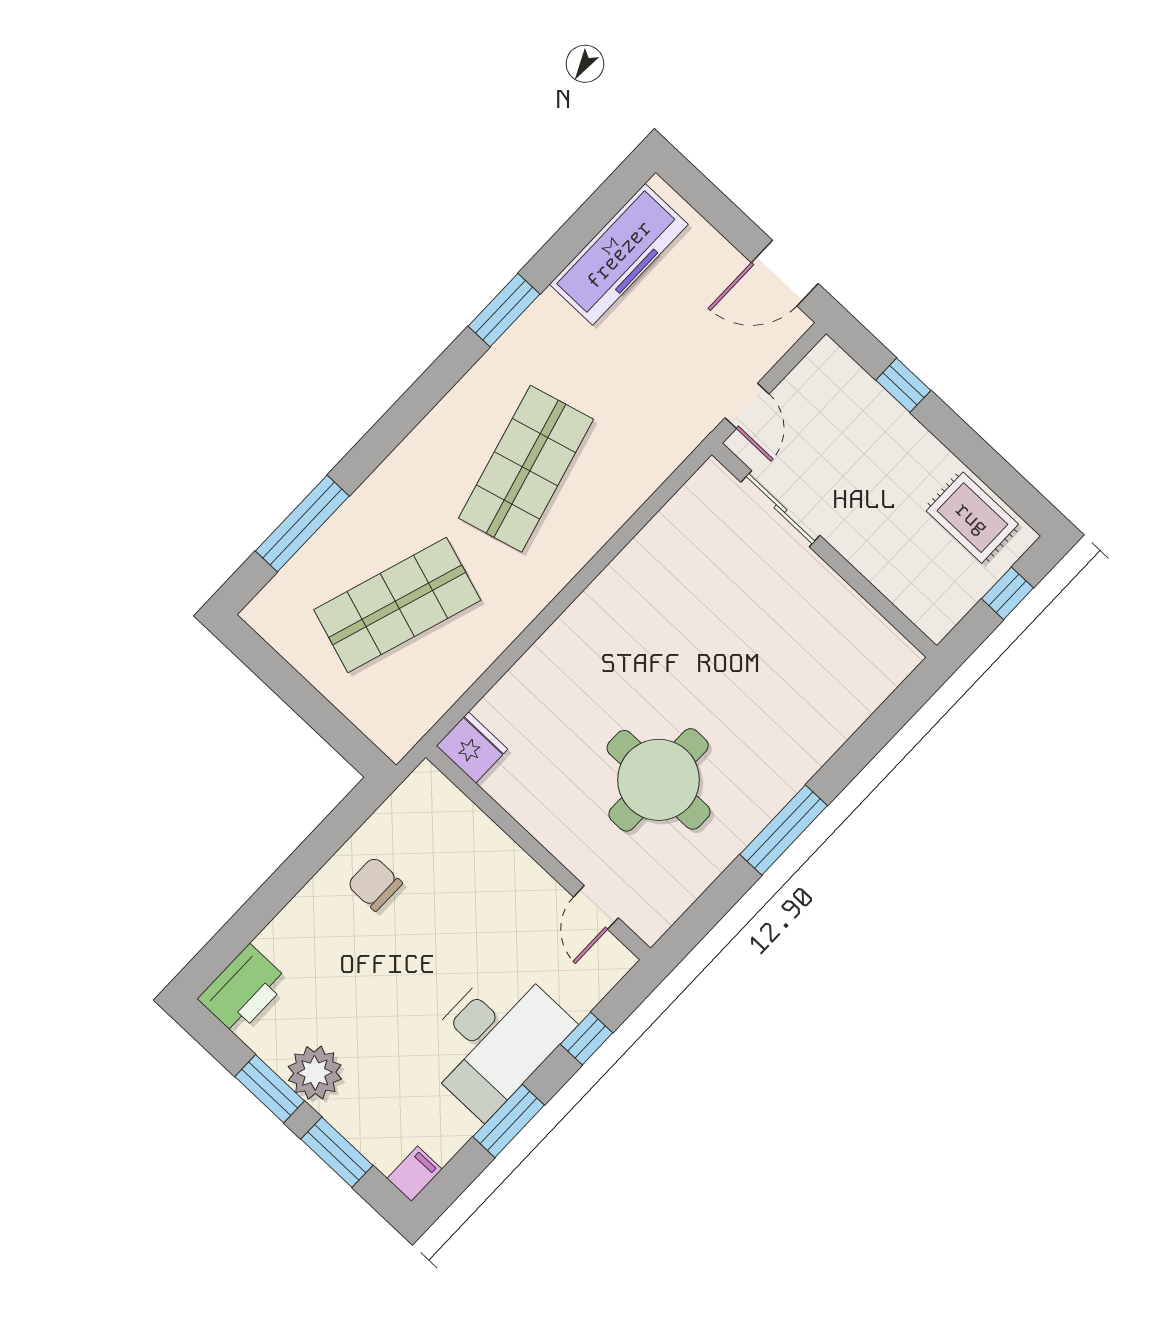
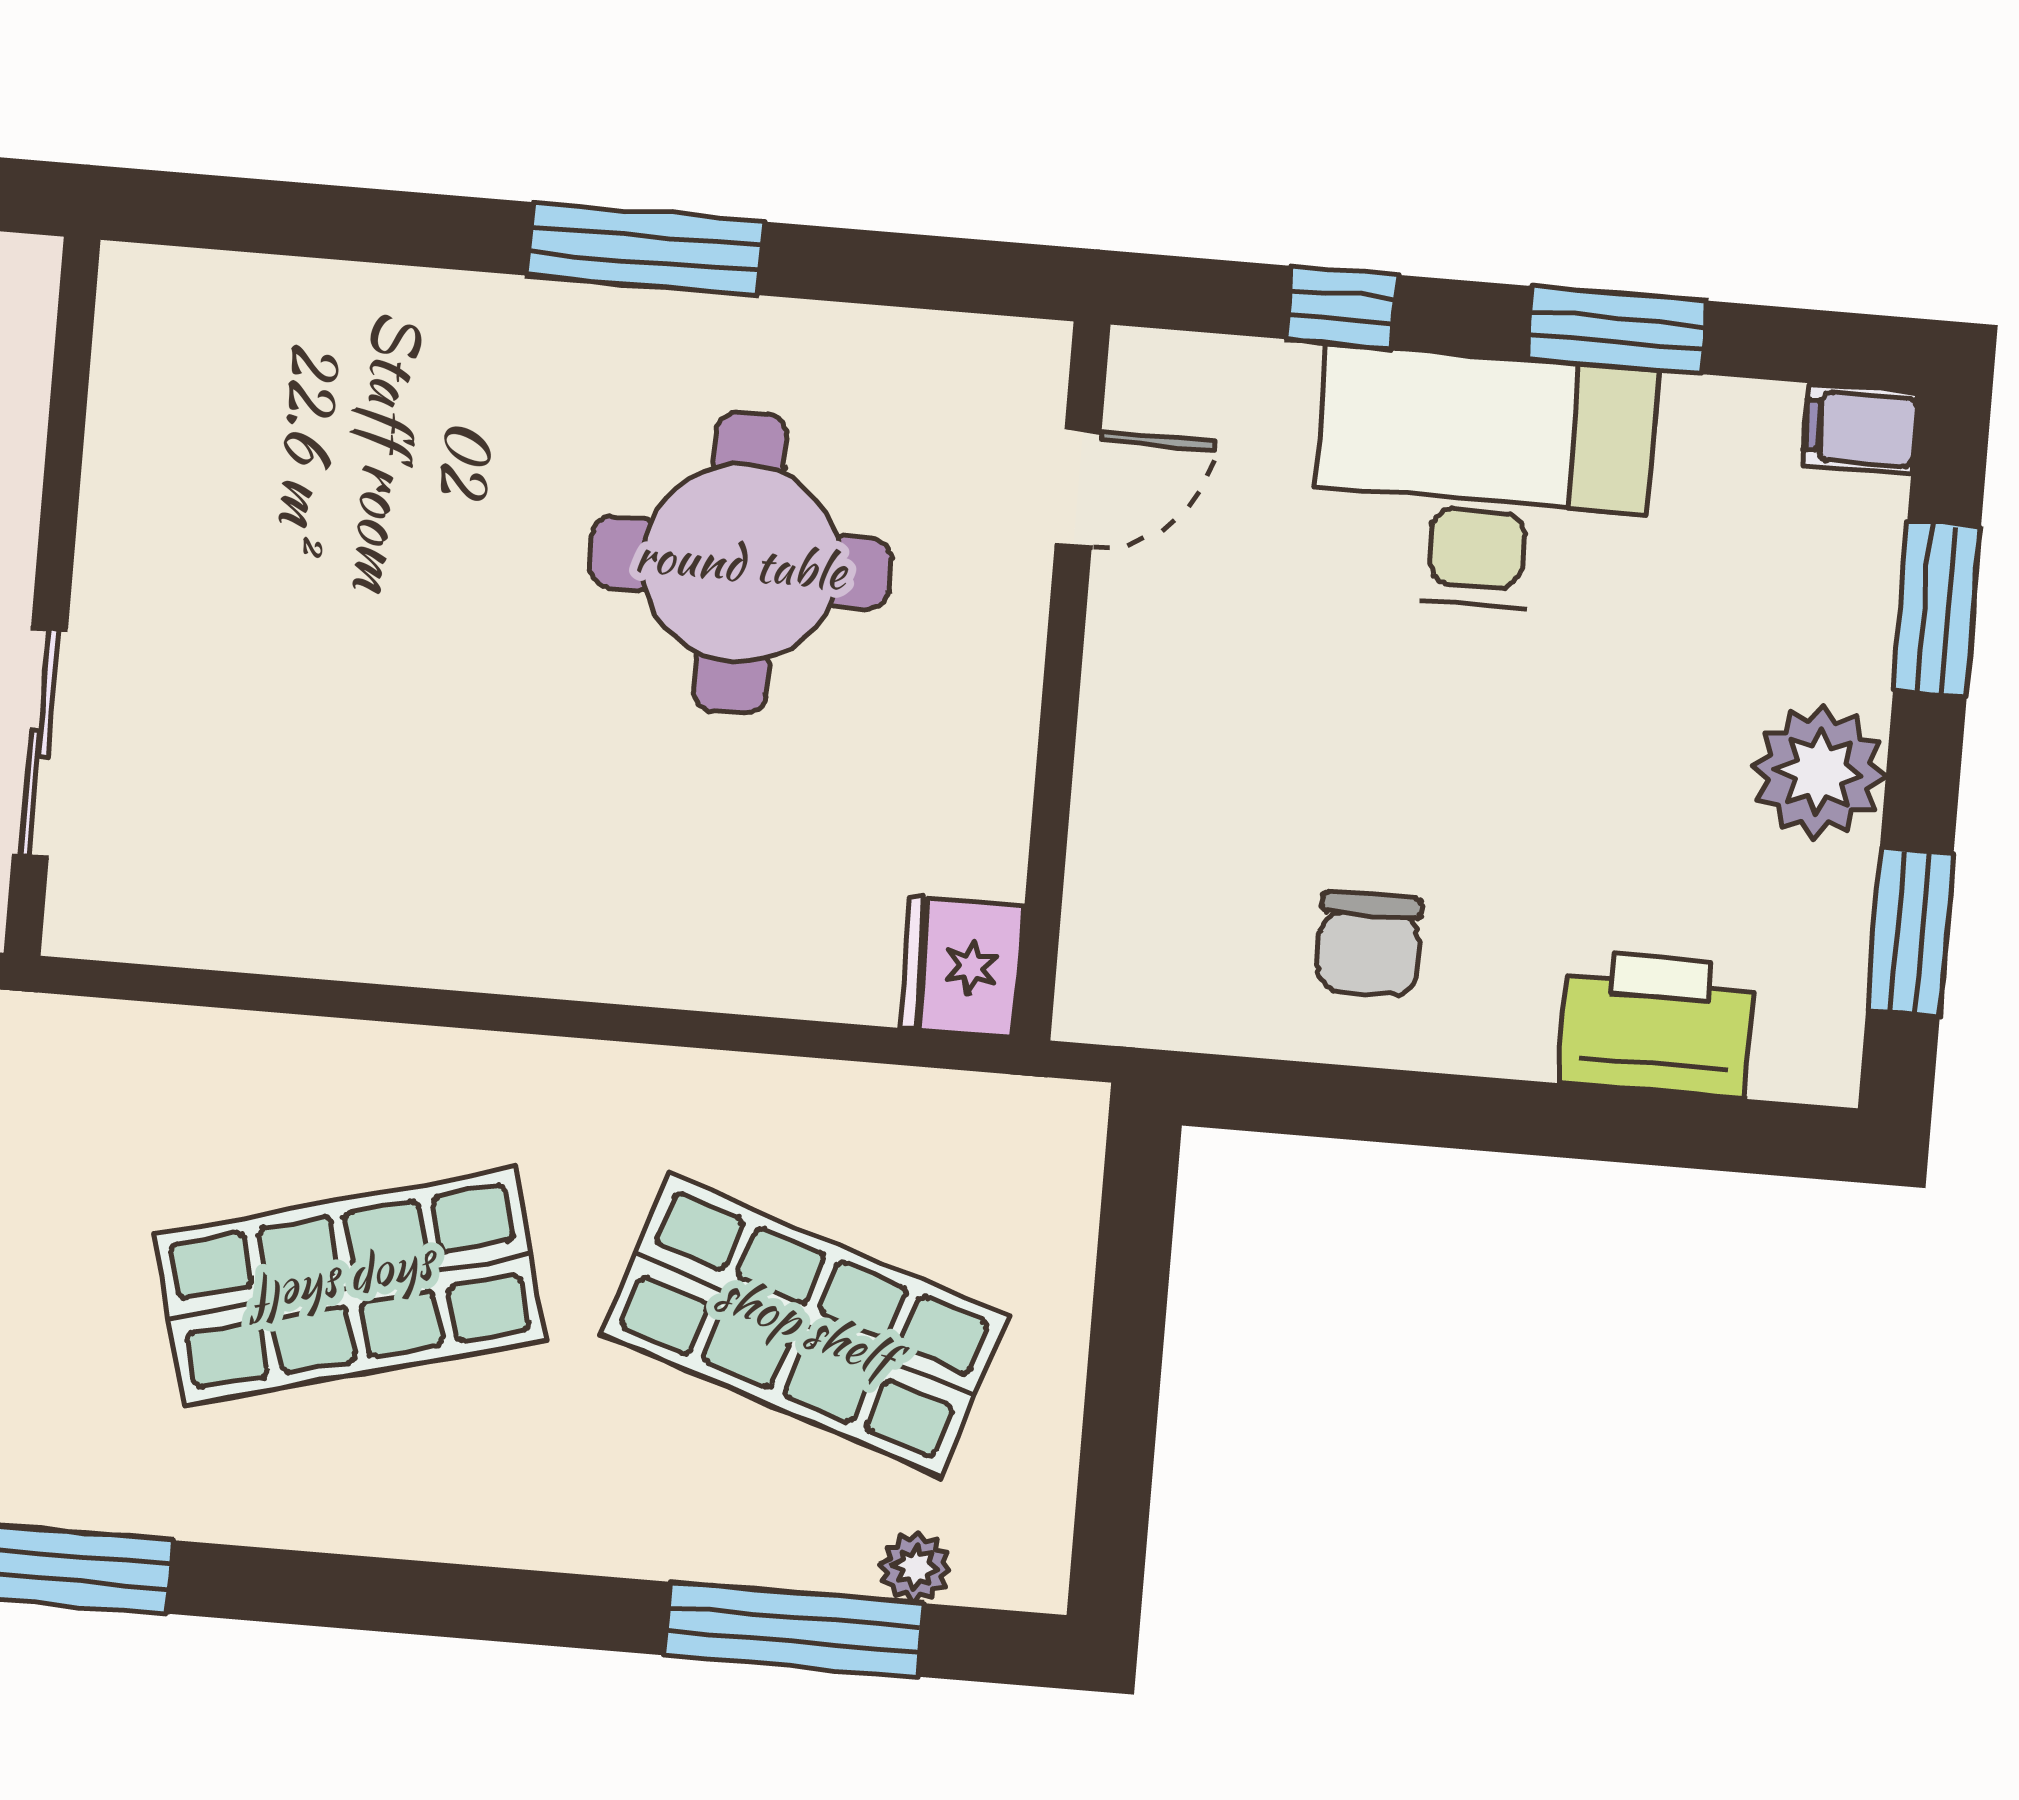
plant: (291, 578) -> (915, 1567), added
printer: (243, 990) -> (1656, 1024), moved
window: (270, 1089) -> (1910, 933), moved

